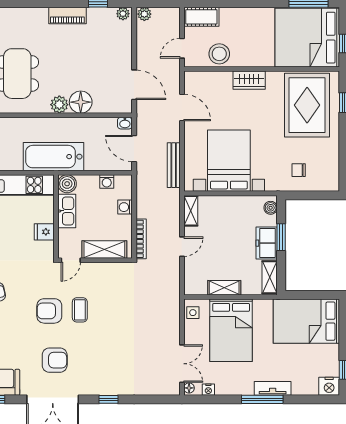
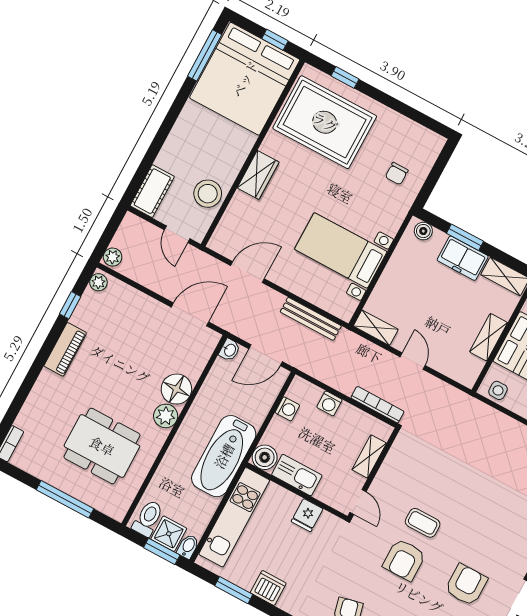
bed with nightstands: (229, 161) -> (341, 250), width x0.73
shelving: (104, 249) -> (369, 456), width x0.67, depth x0.75

